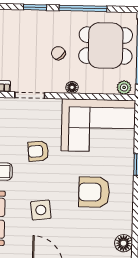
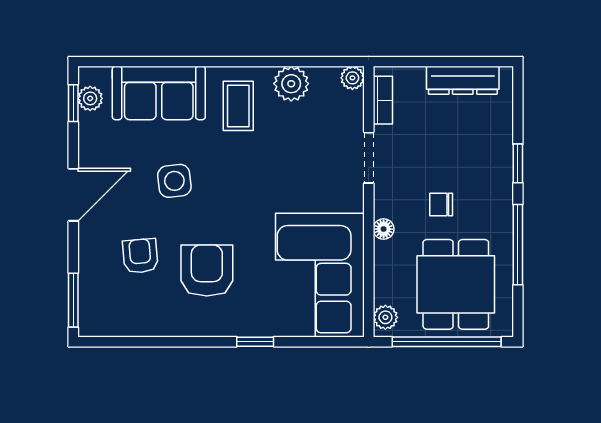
chair: (58, 53) -> (441, 205), turned -136
armchair: (38, 151) -> (140, 256), moved
floor lamp: (123, 243) -> (121, 322), removed

